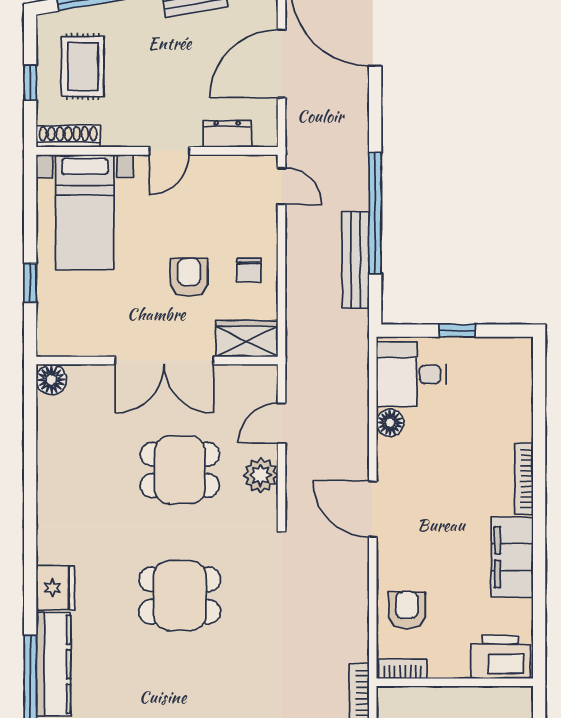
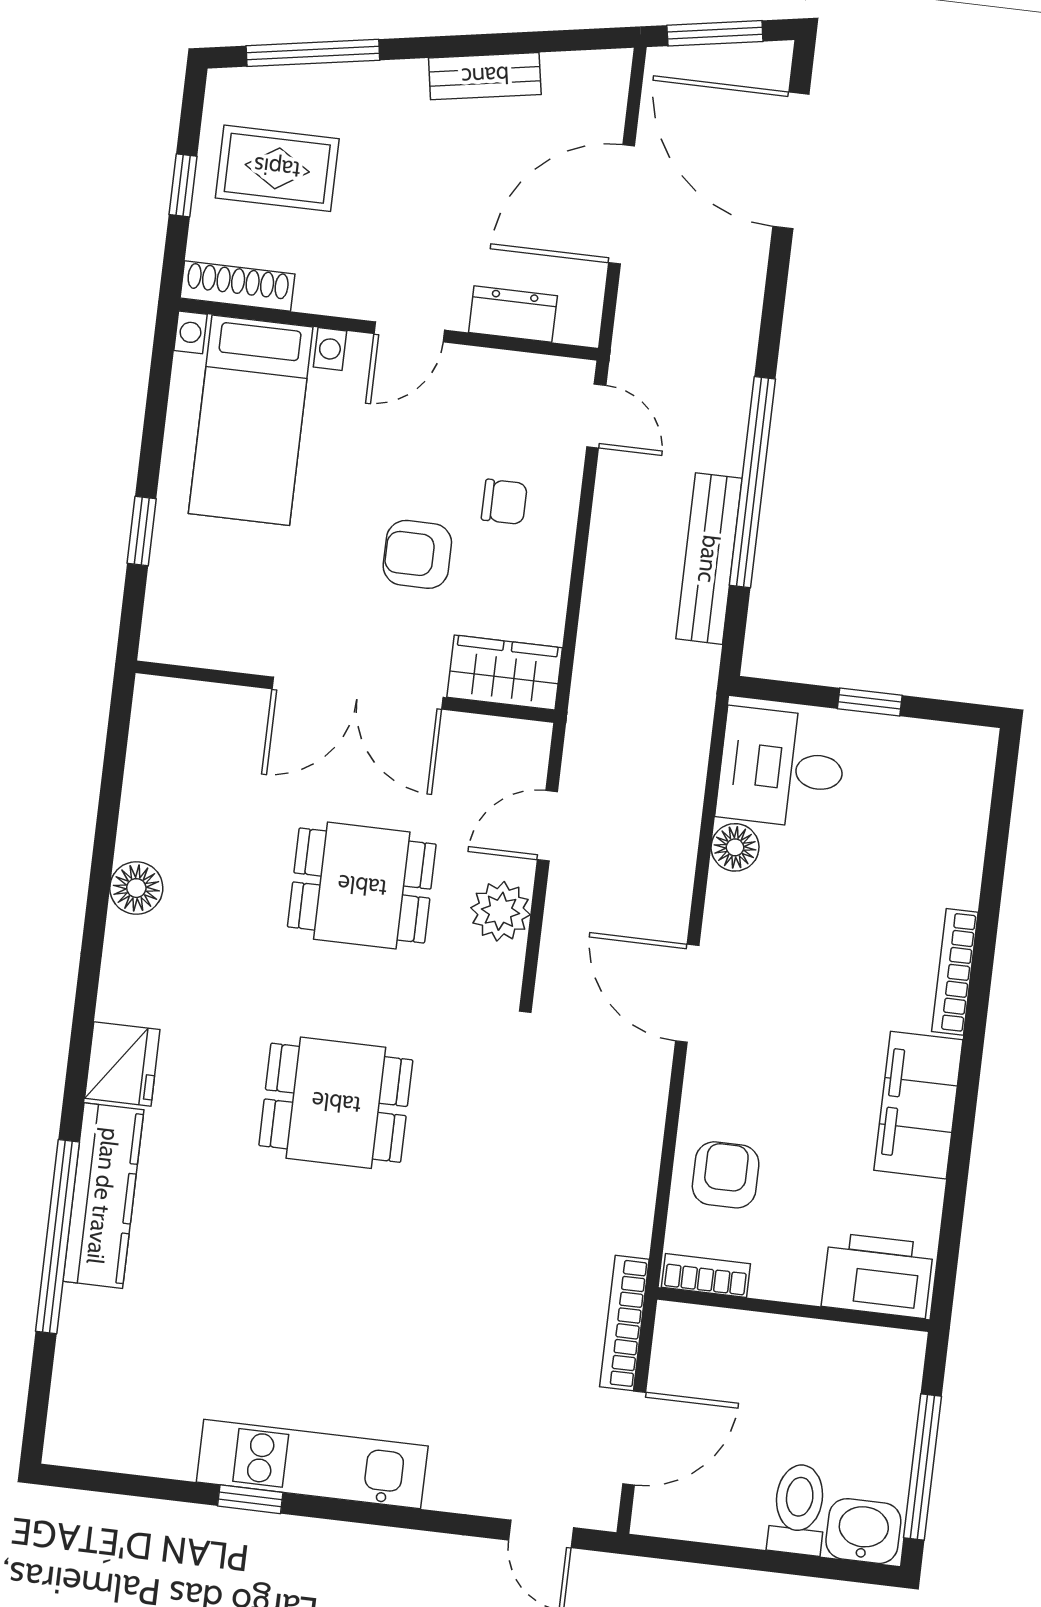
rug: (83, 67) -> (277, 168), turned 90
chair: (249, 270) -> (504, 502), moved, turned -90
armchair: (189, 277) -> (417, 554), turned -90
floor lamp: (51, 380) -> (136, 888), moved

